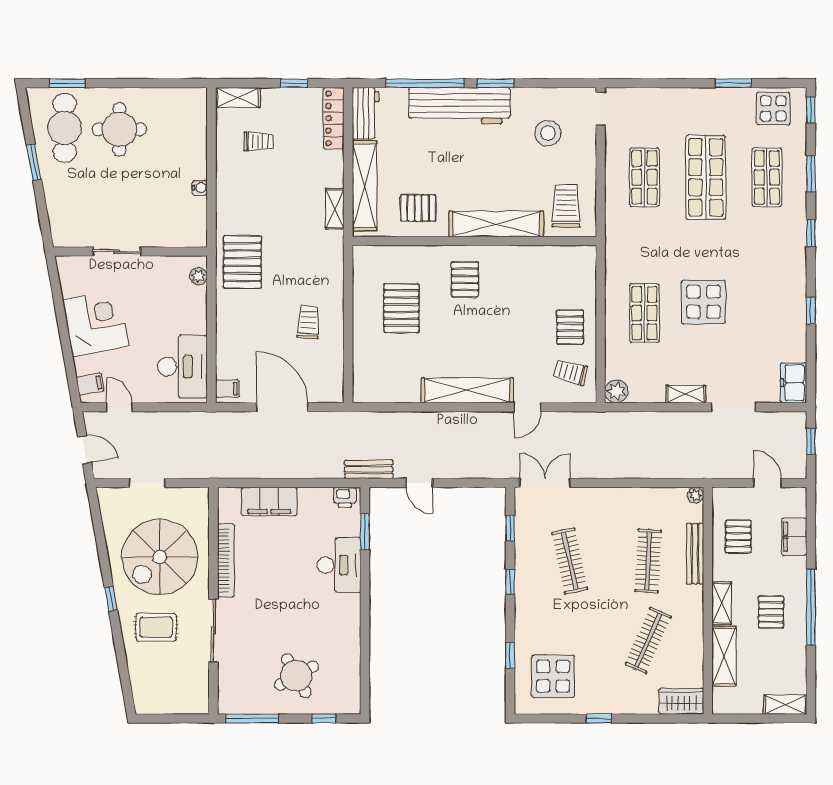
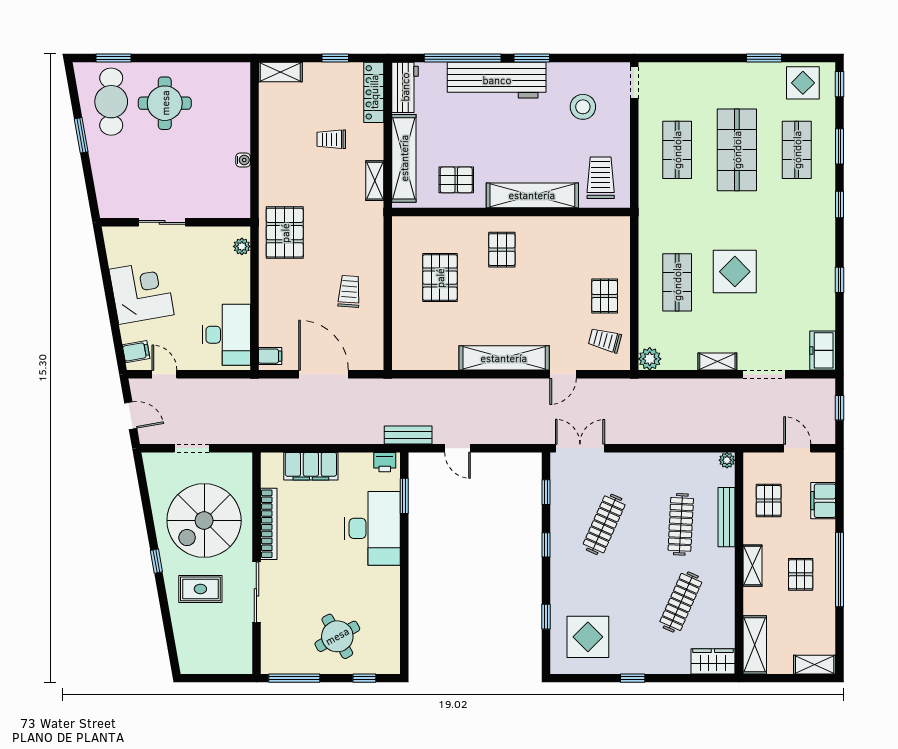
trolley: (258, 141) -> (331, 139), moved, turned 180
clothes rail: (570, 561) -> (604, 524), turned 36
desk: (339, 565) -> (372, 528), width x1.36, depth x1.30
shelving: (724, 656) -> (755, 645), moved

